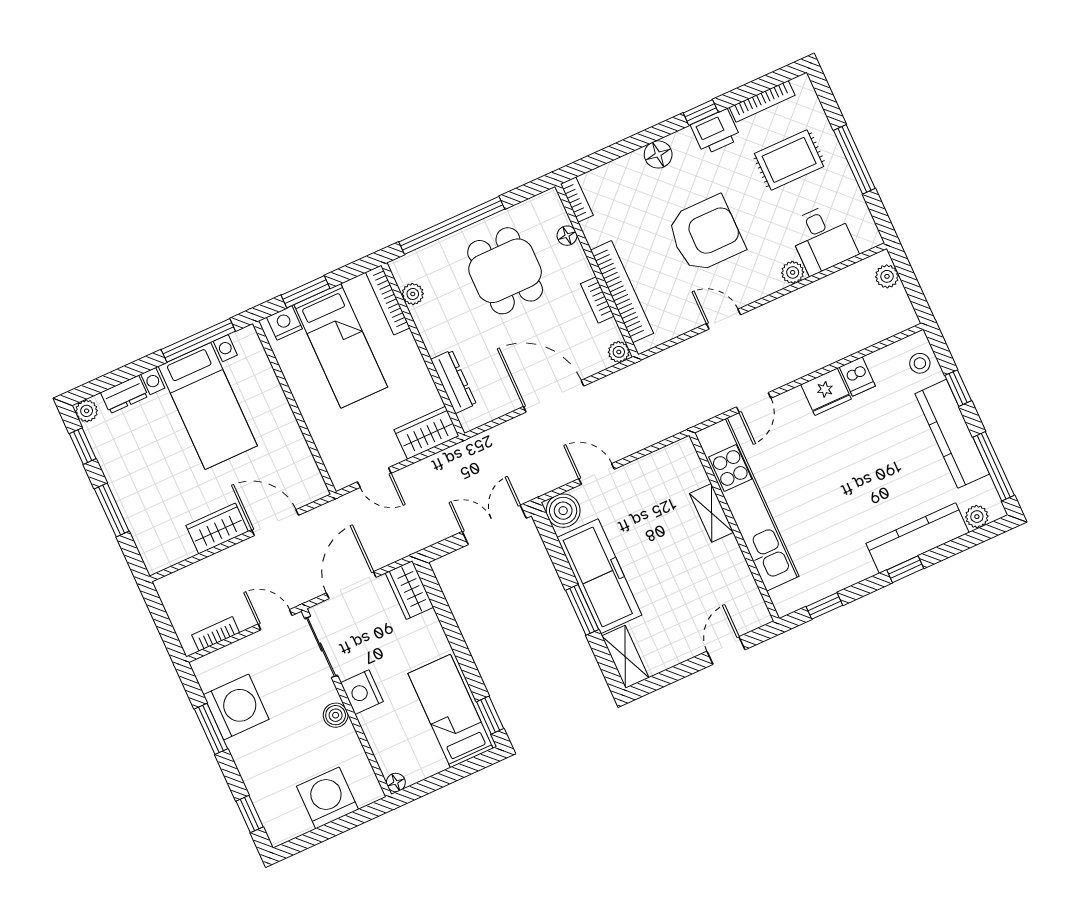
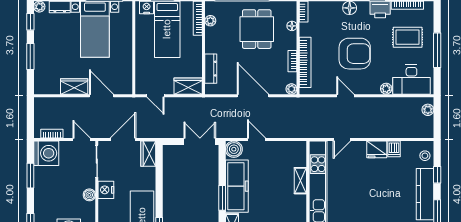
desk: (822, 239) -> (411, 80), width x1.37
washing machine: (236, 707) -> (46, 153), moved

